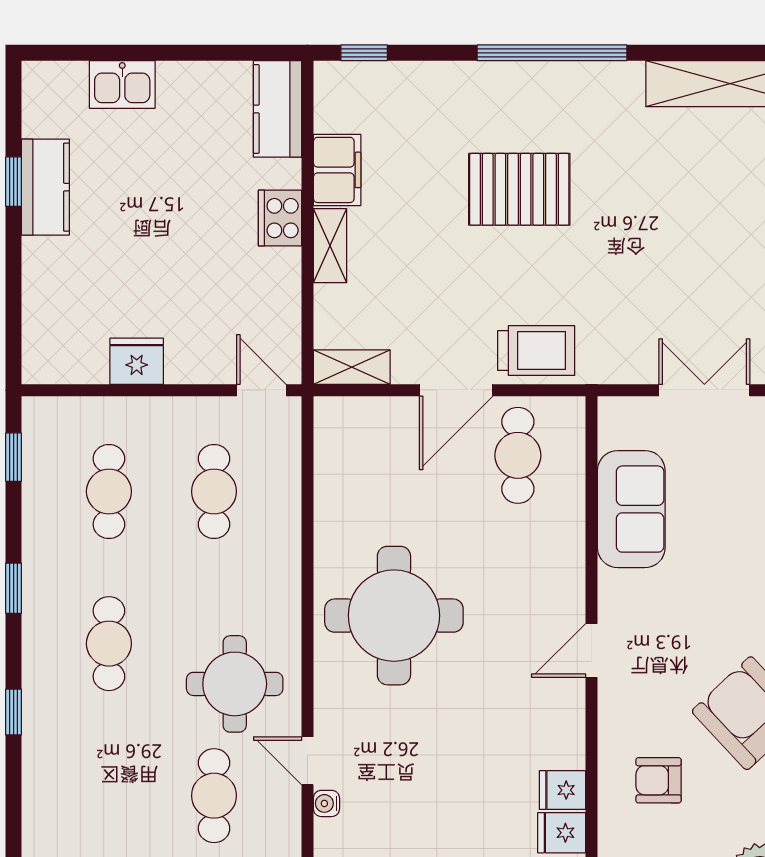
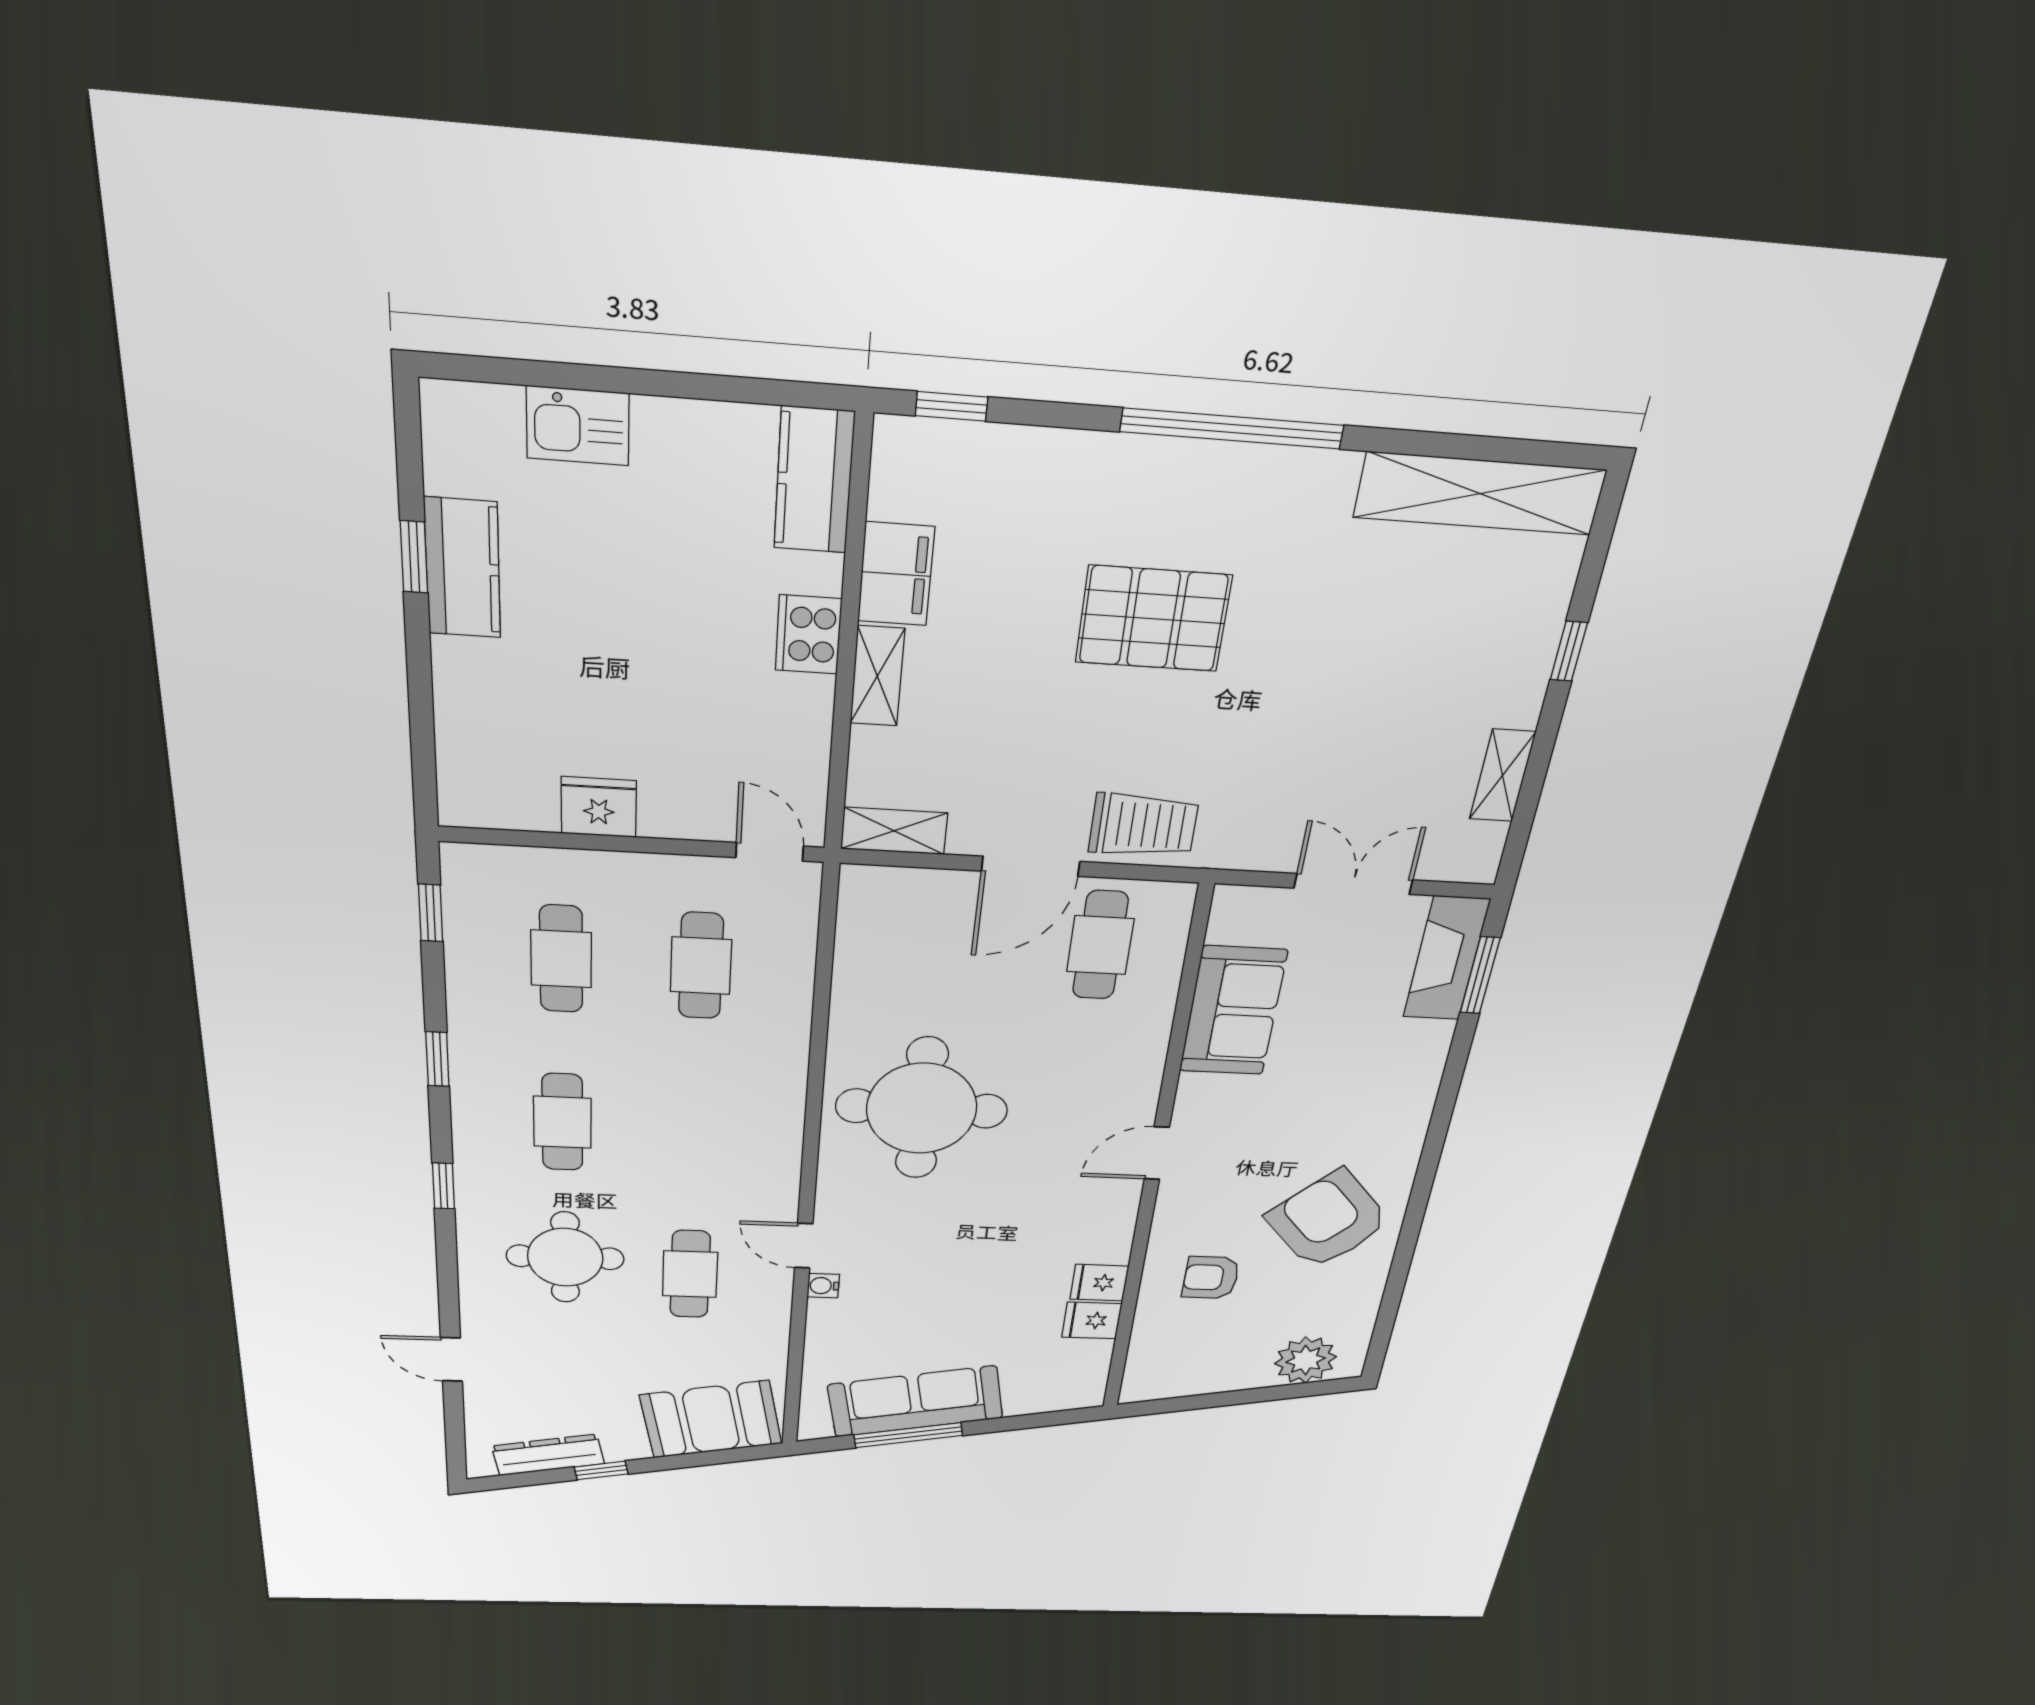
round table: (235, 684) -> (565, 1257), moved

